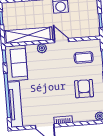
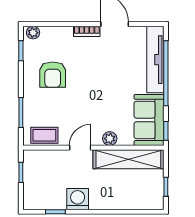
door: (62, 41) -> (80, 148), swing flipped
coffee table: (84, 58) -> (44, 135), moved

